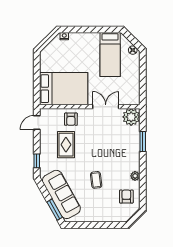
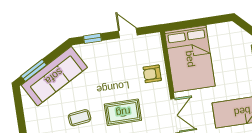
door: (37, 122) -> (128, 33), moved
rug: (66, 145) -> (123, 112), moved

